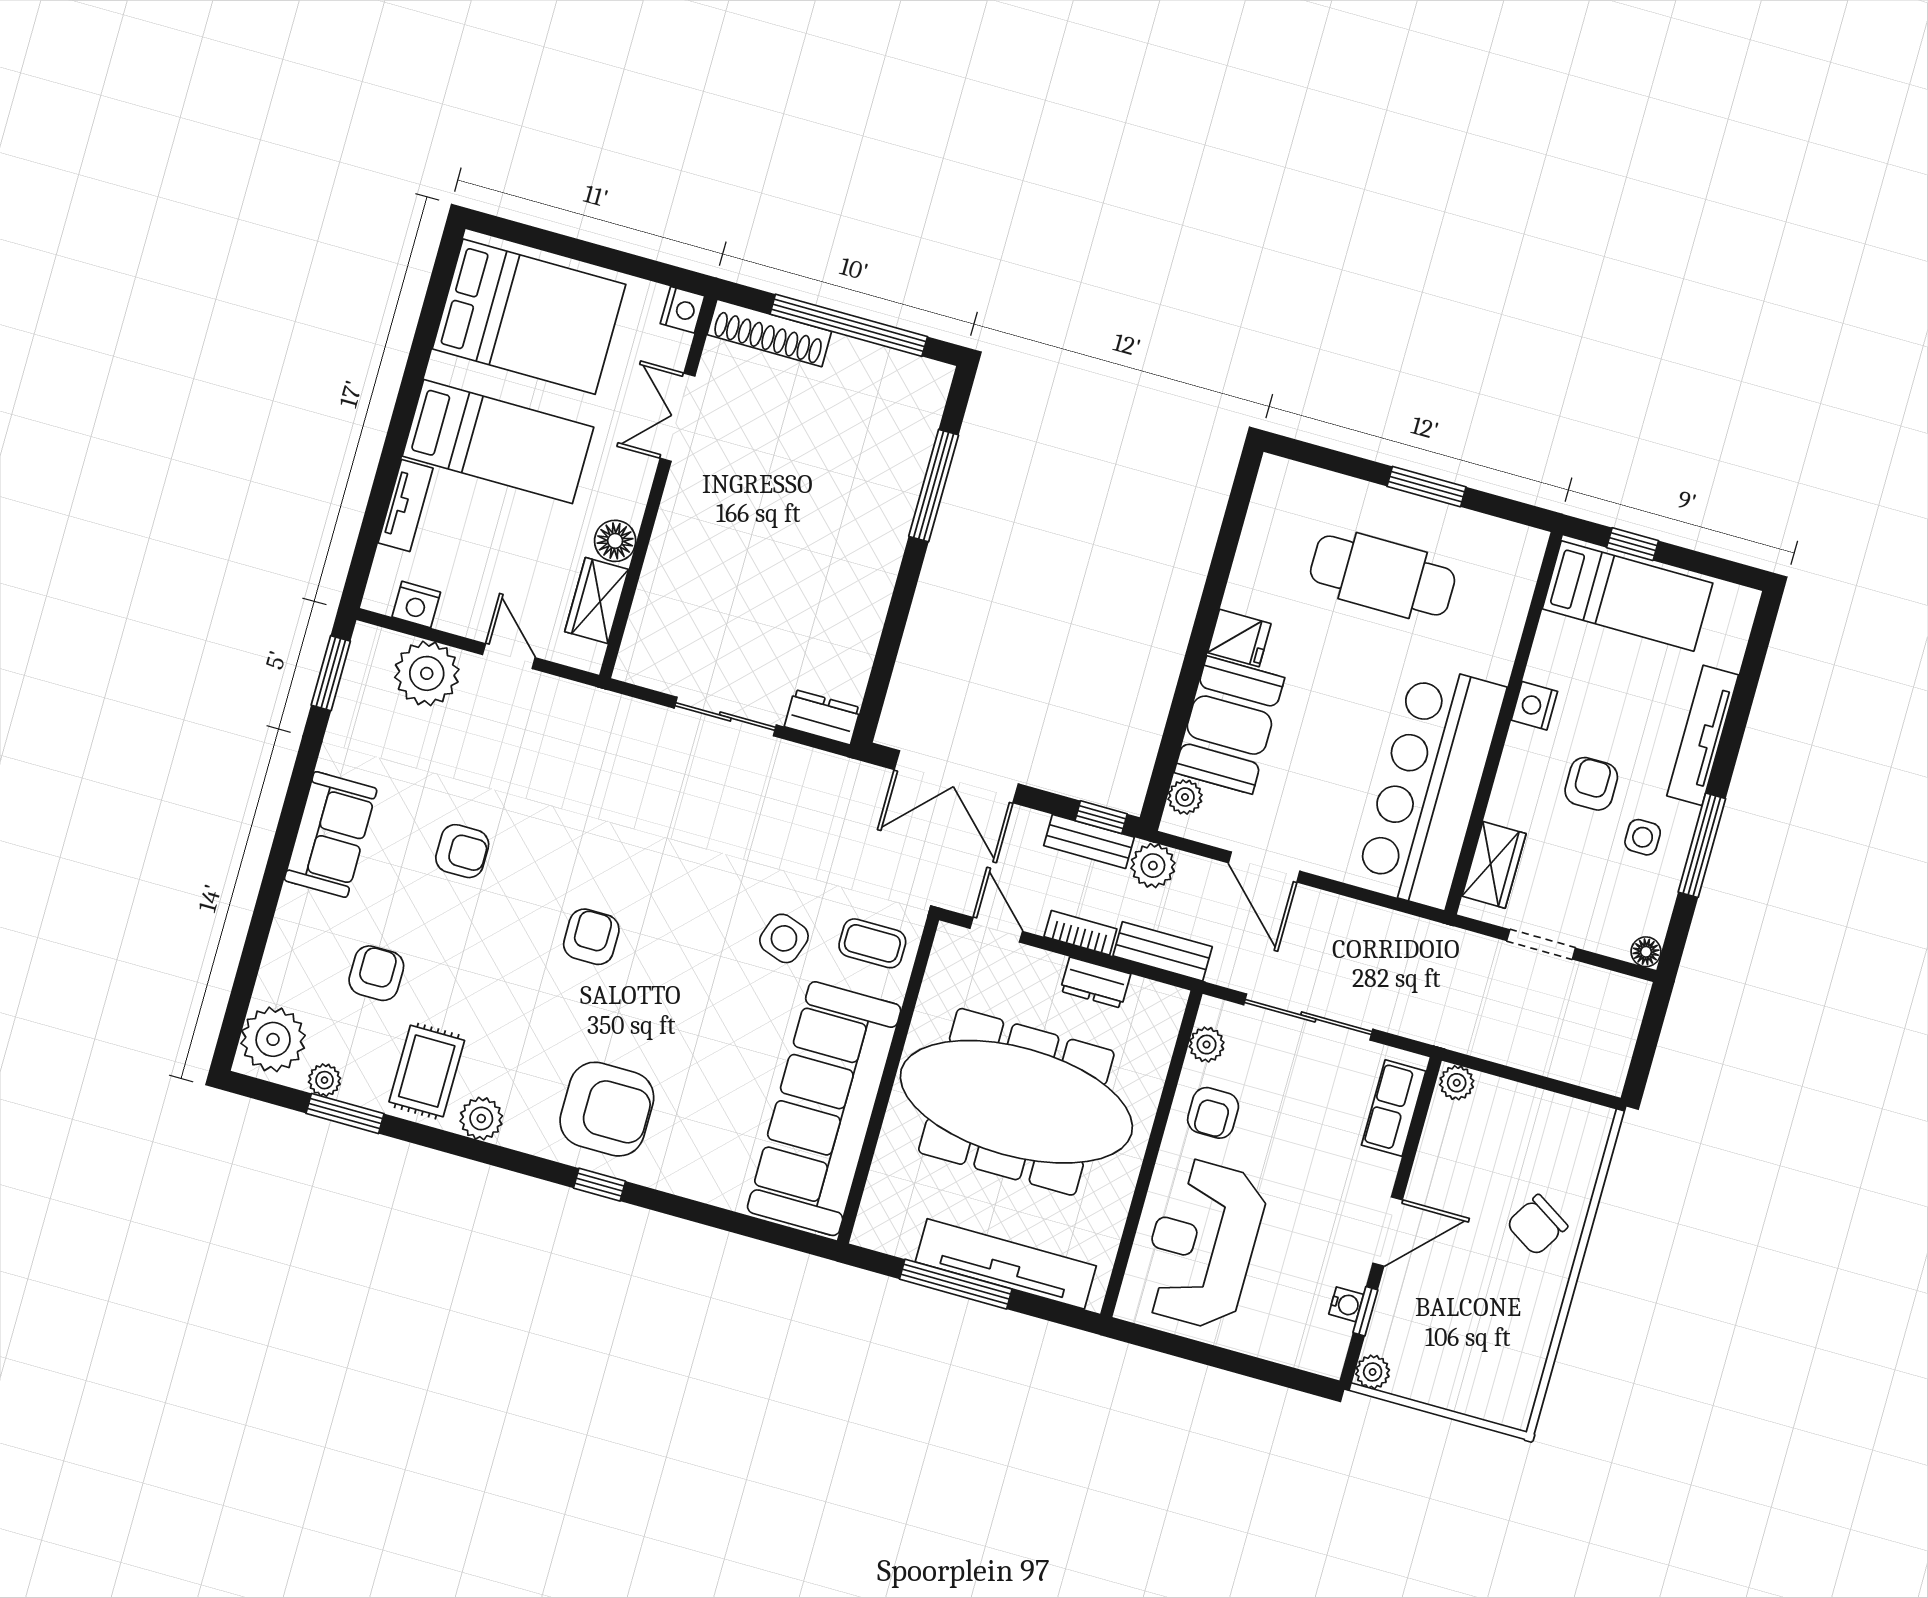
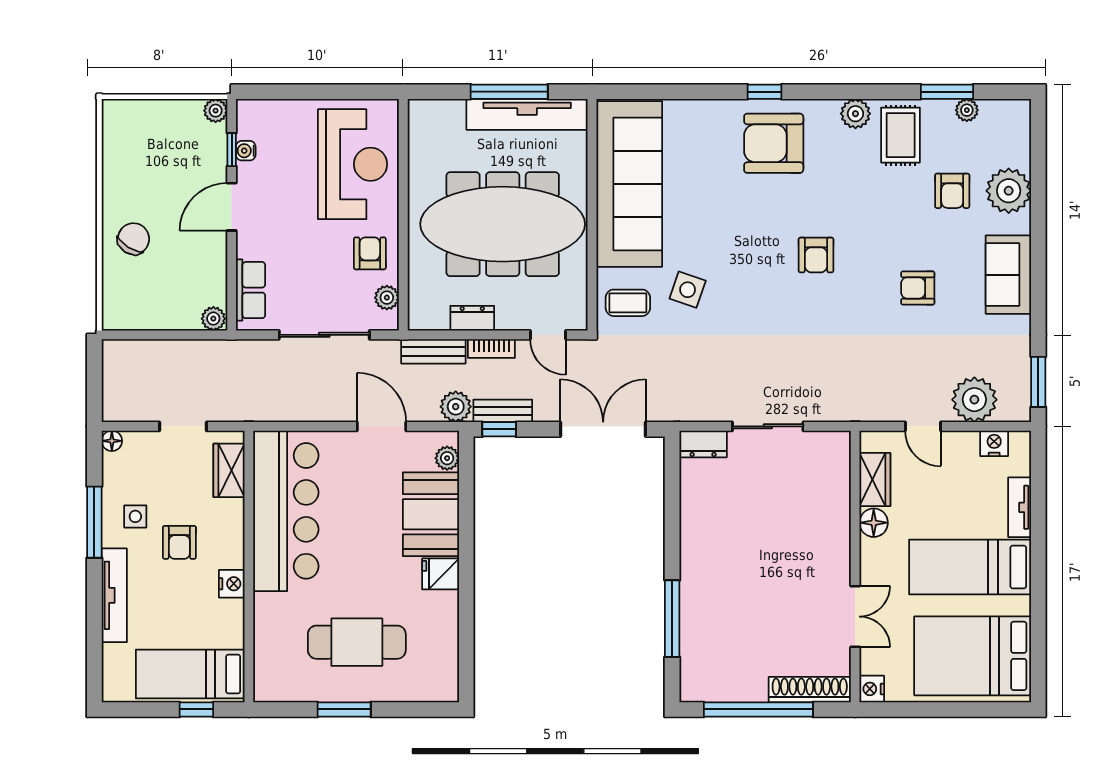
plant: (273, 1039) -> (1009, 191), moved
tv unit: (1006, 1264) -> (527, 114), moved

